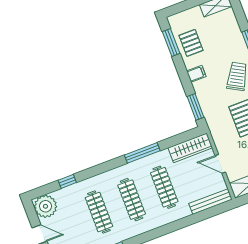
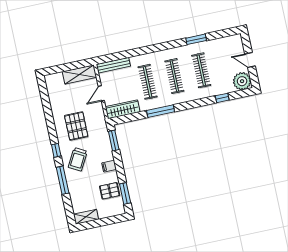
pallet: (191, 43) -> (110, 191), turned 90
door: (220, 164) -> (101, 93), swing flipped

